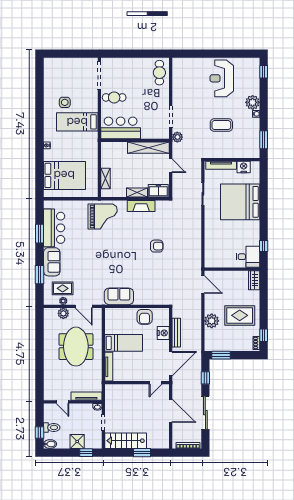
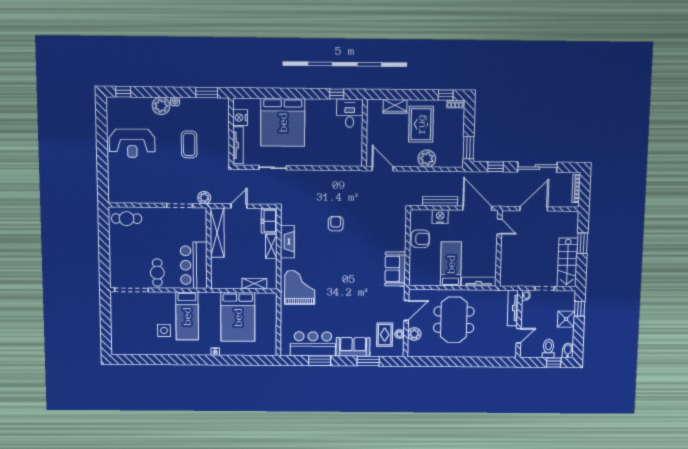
bed: (64, 175) -> (238, 317), moved, turned 180
wardrobe: (254, 280) -> (395, 106), moved
door: (203, 285) -> (383, 169), hinge flipped
meeting table: (76, 347) -> (454, 320), turned 90

